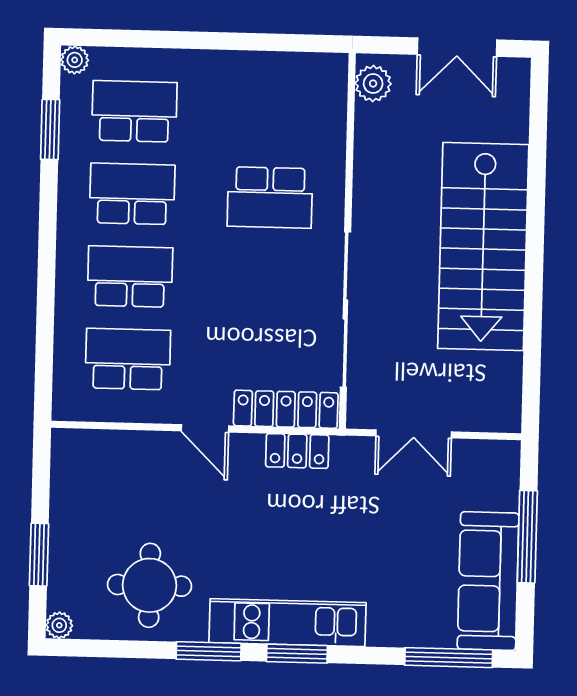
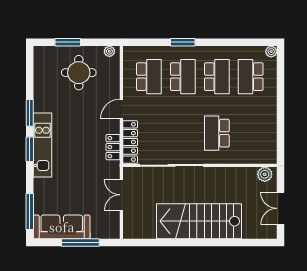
school desk: (134, 111) -> (251, 77), turned 180
window: (50, 129) -> (183, 42), moved
round table: (149, 585) -> (79, 73), moved
plant: (59, 625) -> (109, 51), moved

